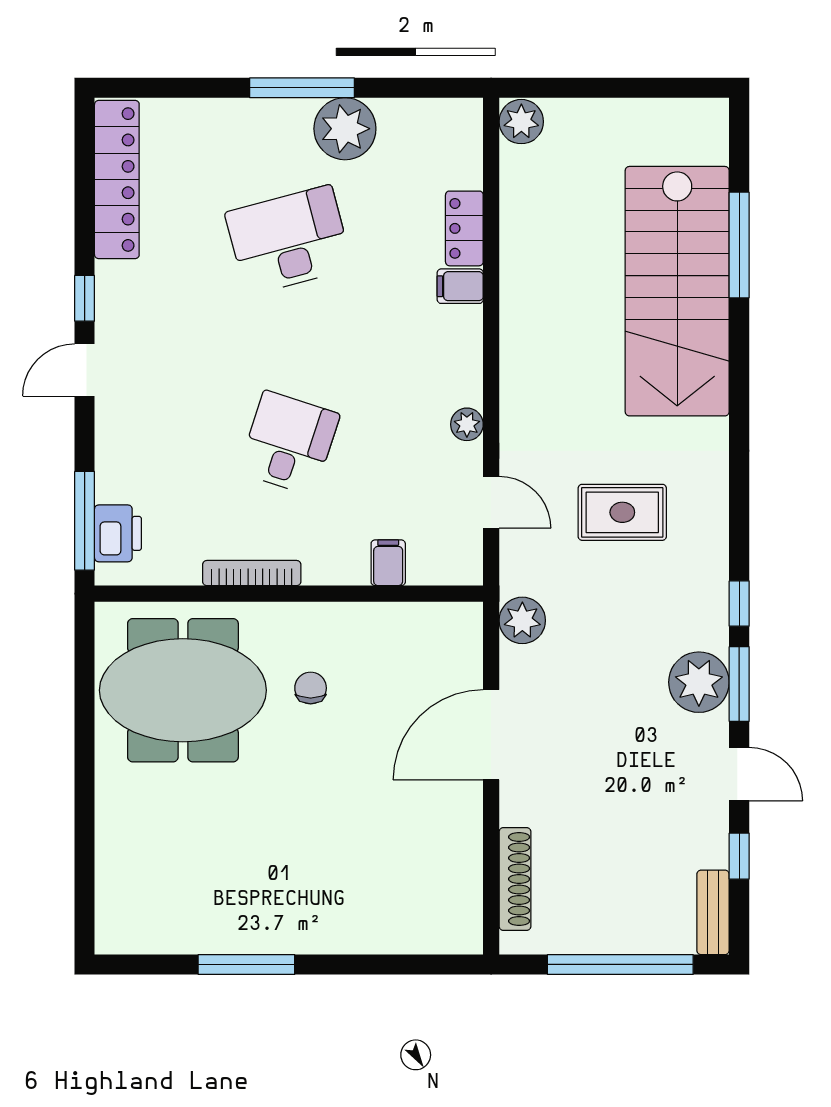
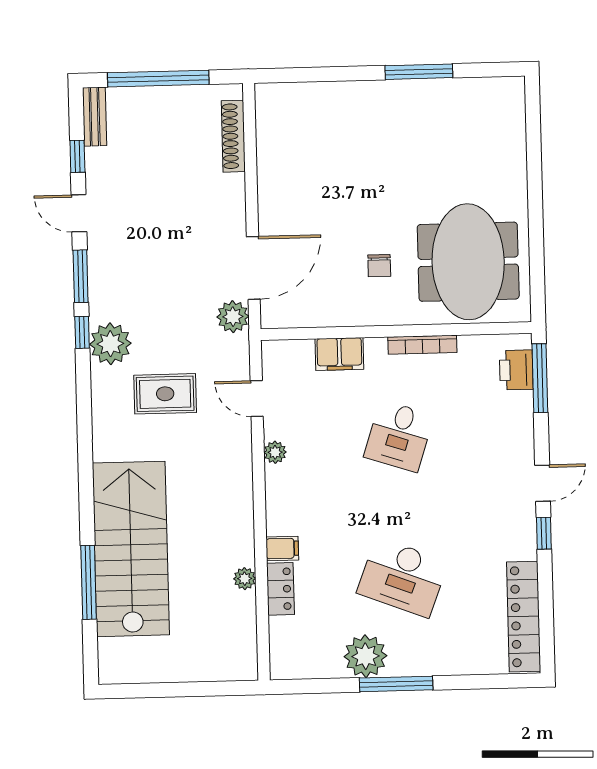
plant: (521, 122) -> (245, 579), moved, width x0.73, depth x0.73
desk: (289, 240) -> (403, 577), turned 36
filing cabinet: (388, 563) -> (339, 354), width x2.00
plant: (699, 682) -> (110, 344), moved
meeting table: (183, 690) -> (468, 262), turned 90
door: (491, 735) -> (253, 268), moved

